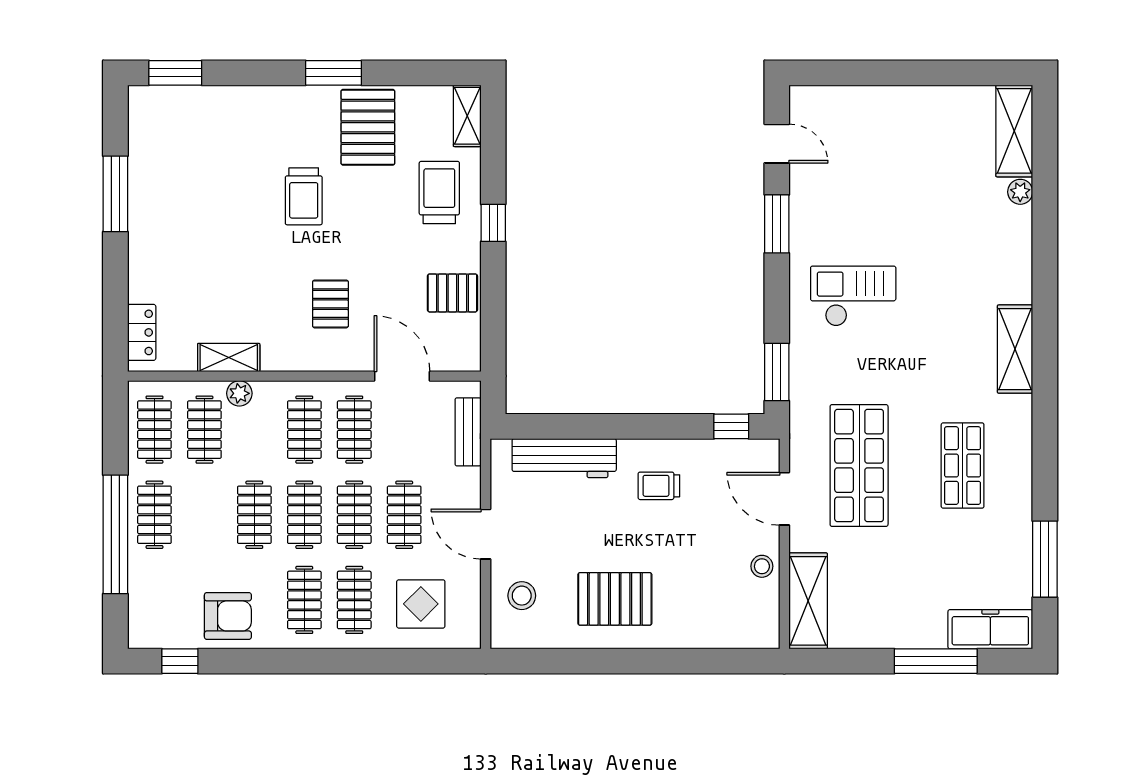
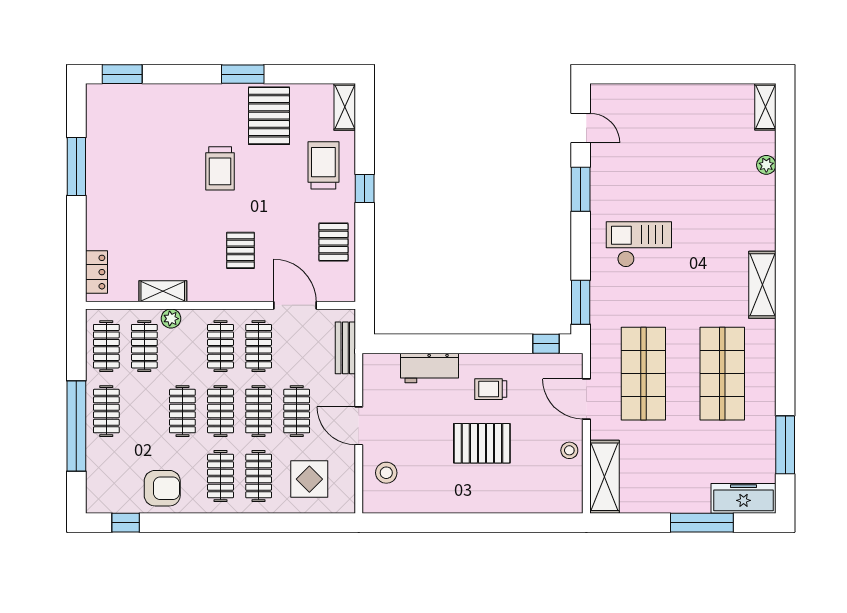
shelving: (1014, 131) -> (765, 107), width x0.67, depth x0.75
pallet: (452, 293) -> (333, 242), turned 90
workbench: (564, 458) -> (429, 368), width x0.73
shop shelf: (963, 466) -> (722, 374), width x1.43, depth x1.36
pallet: (615, 599) -> (482, 443), moved

